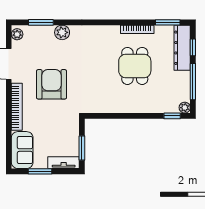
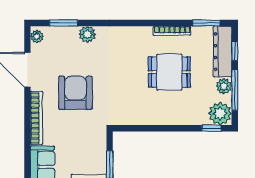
dining table: (135, 66) -> (169, 72), turned 90
plant: (183, 78) -> (224, 86), added
plant: (185, 108) -> (220, 114), width x1.87, depth x1.87

